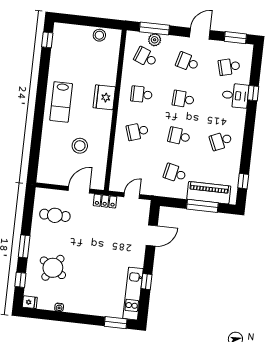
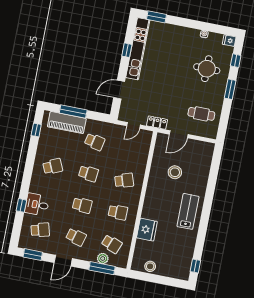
fridge: (104, 97) -> (147, 230), moved
round table: (53, 268) -> (207, 69), turned -33
kitchen unit: (133, 294) -> (138, 49), width x1.36

